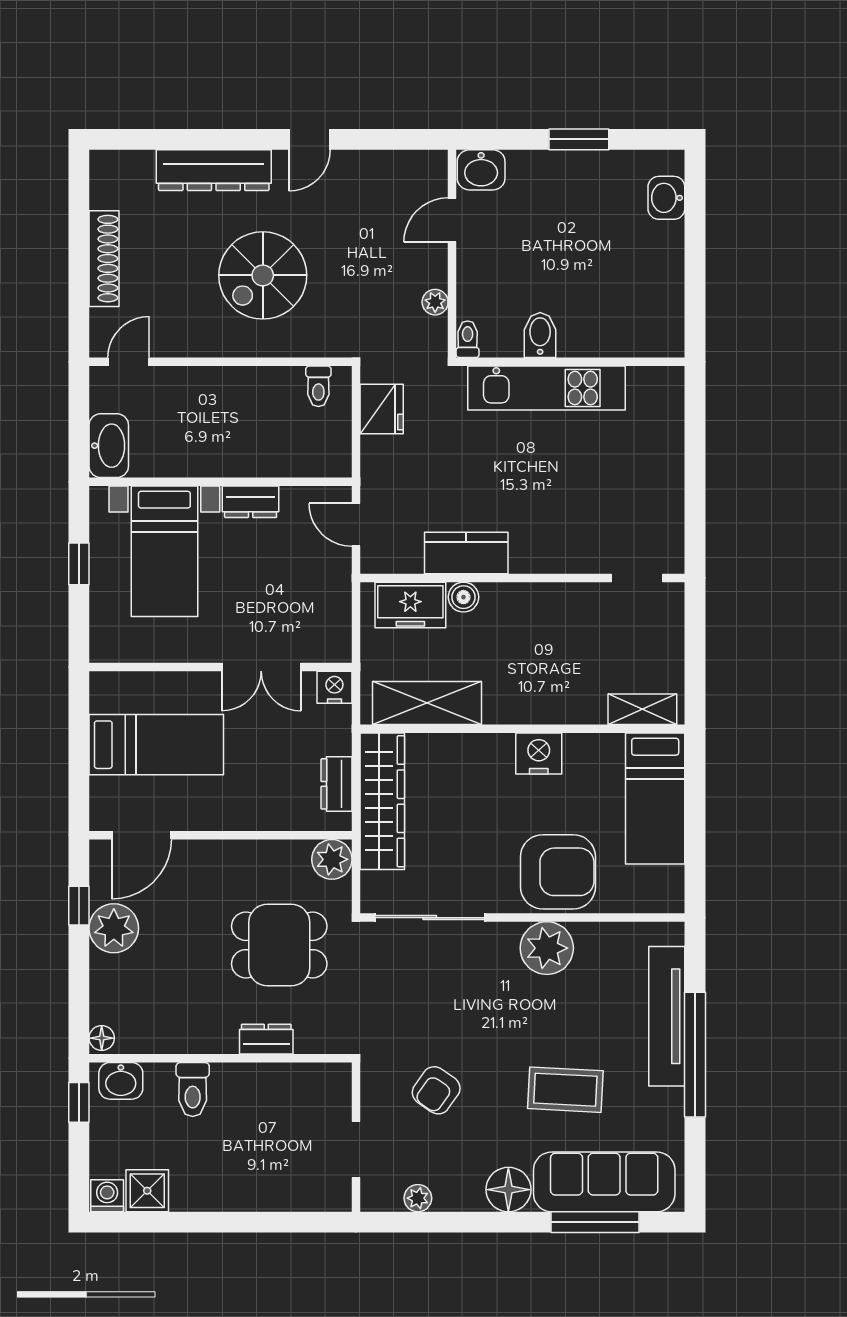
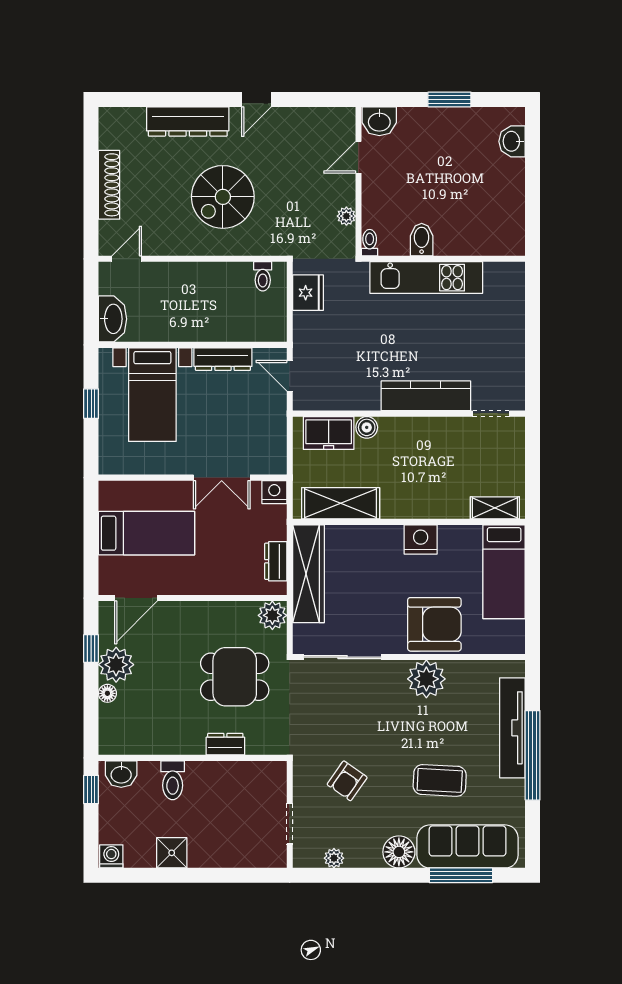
dresser: (251, 502) -> (223, 359), width x1.44
kitchen counter: (466, 553) -> (426, 396), moved, width x1.50
floor lamp: (102, 1038) -> (107, 693), moved
shower: (147, 1191) -> (172, 853), moved

